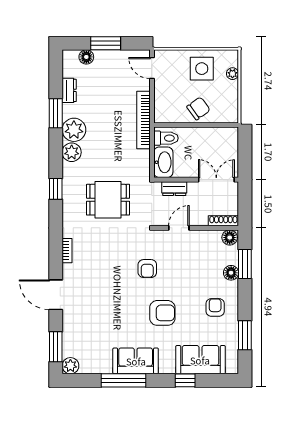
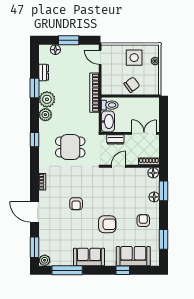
armchair: (147, 269) -> (76, 204), moved
window: (123, 380) -> (67, 270), moved

